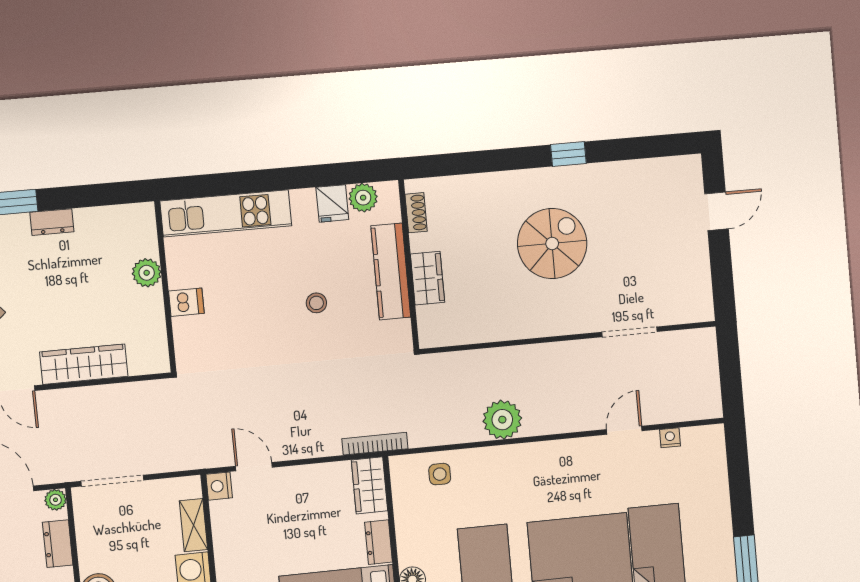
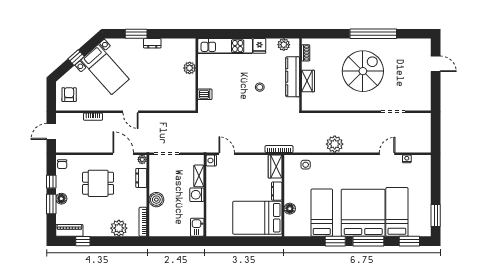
window: (568, 154) -> (373, 34), width x3.17
fridge: (332, 203) -> (259, 46), moved
door: (717, 211) -> (436, 64), hinge flipped
spiral stairs: (552, 244) -> (363, 71), width x1.37, depth x1.37
dishwasher: (186, 302) -> (205, 94), moved
wardrobe: (84, 364) -> (160, 104), removed

